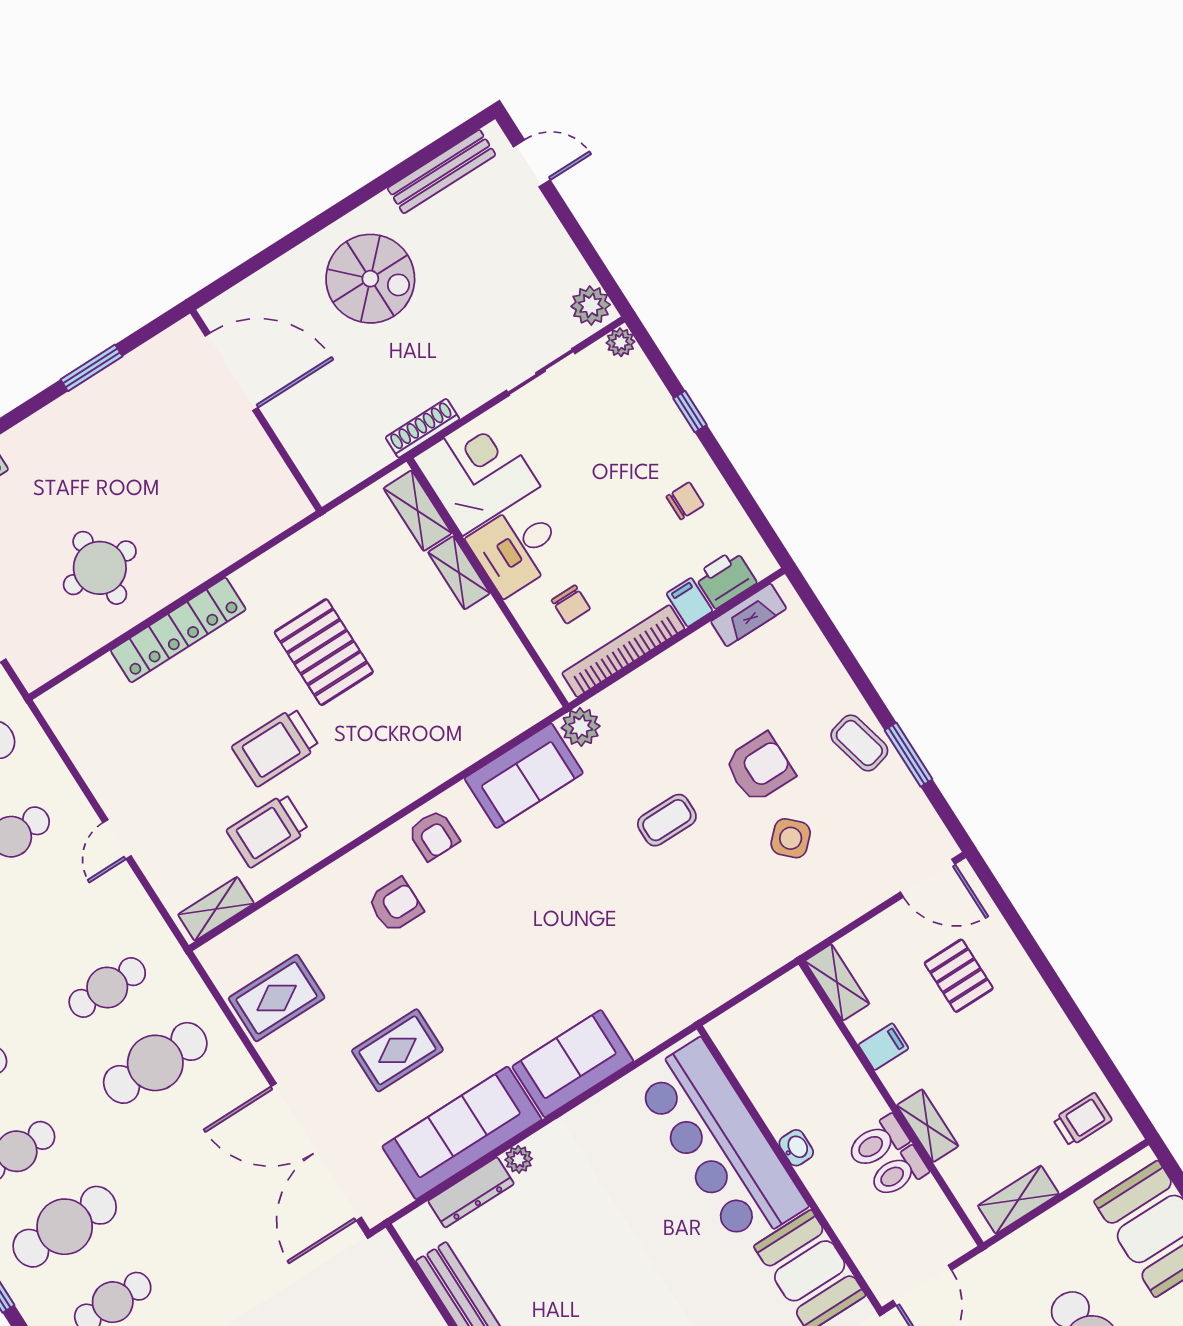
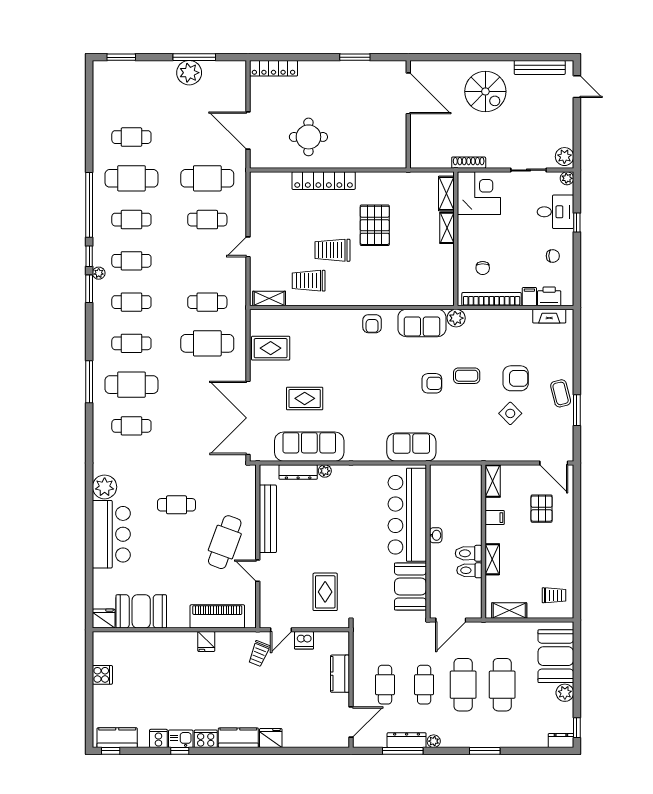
desk: (517, 548) -> (555, 212), moved, turned 180
armchair: (395, 905) -> (432, 383), moved
sofa: (573, 1064) -> (411, 447), moved

